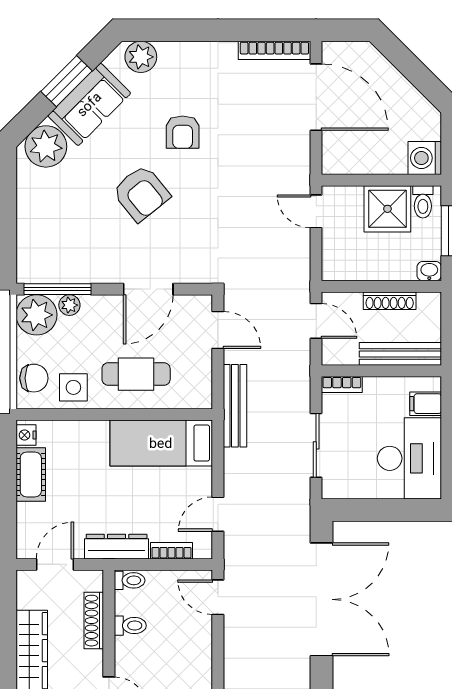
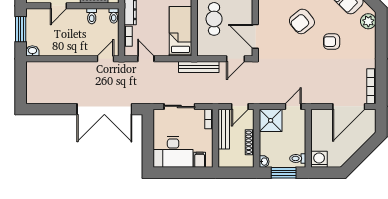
shower: (387, 209) -> (271, 120), moved
door: (148, 289) -> (255, 36), moved
bench: (400, 354) -> (224, 129), moved

